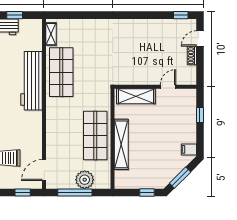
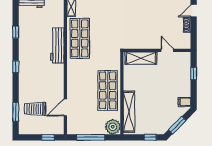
workbench: (32, 81) -> (57, 45), width x0.73, depth x0.76
door: (168, 87) -> (167, 50), hinge flipped
shelving: (121, 144) -> (129, 112), moved
door: (44, 170) -> (65, 107), moved
plant: (85, 180) -> (113, 127), moved

